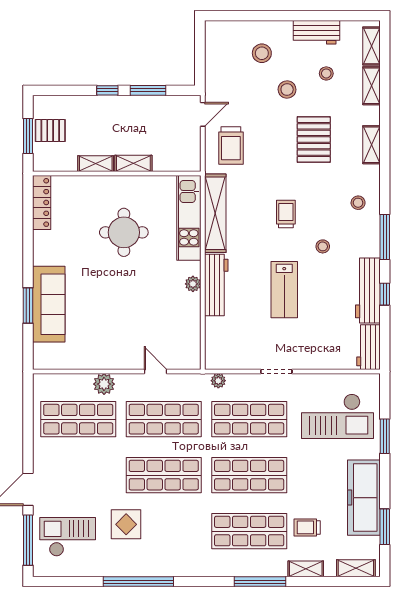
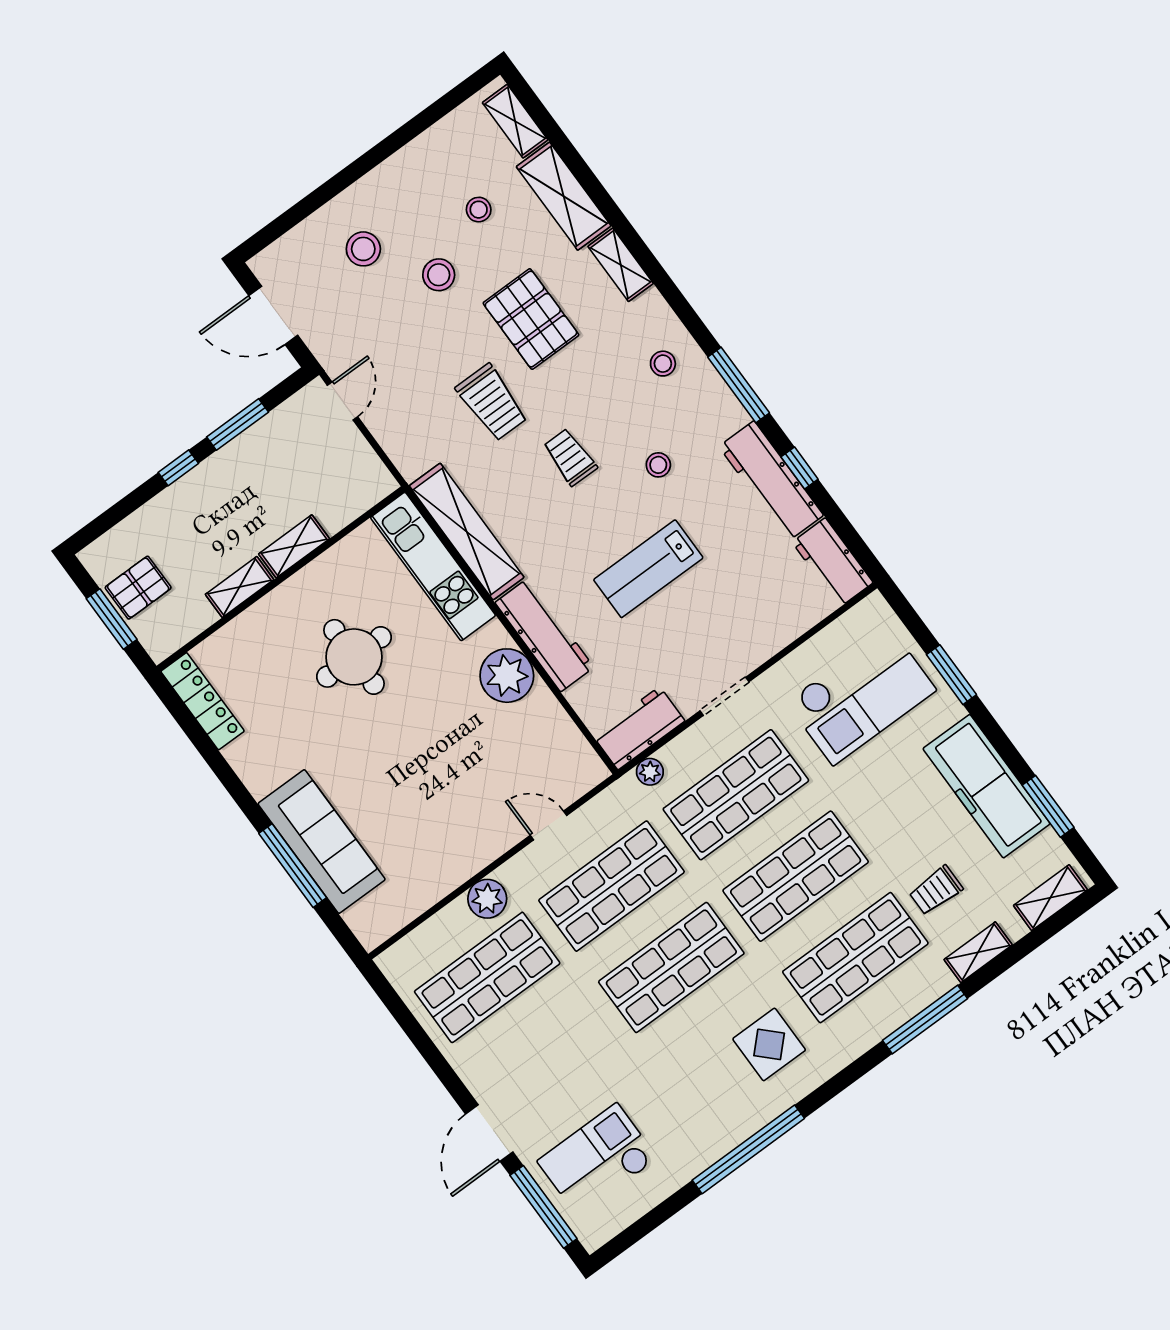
workbench: (317, 32) -> (639, 728), moved, turned 180
door: (200, 53) -> (273, 315), added
shelving: (371, 86) -> (564, 196), width x1.50, depth x1.33
trolley: (231, 146) -> (492, 402), moved
plant: (193, 284) -> (507, 676), width x1.88, depth x1.88
lab bench: (284, 290) -> (648, 569), turned 90
window: (28, 305) -> (293, 866), width x1.44
display table: (126, 524) -> (769, 1044), moved

